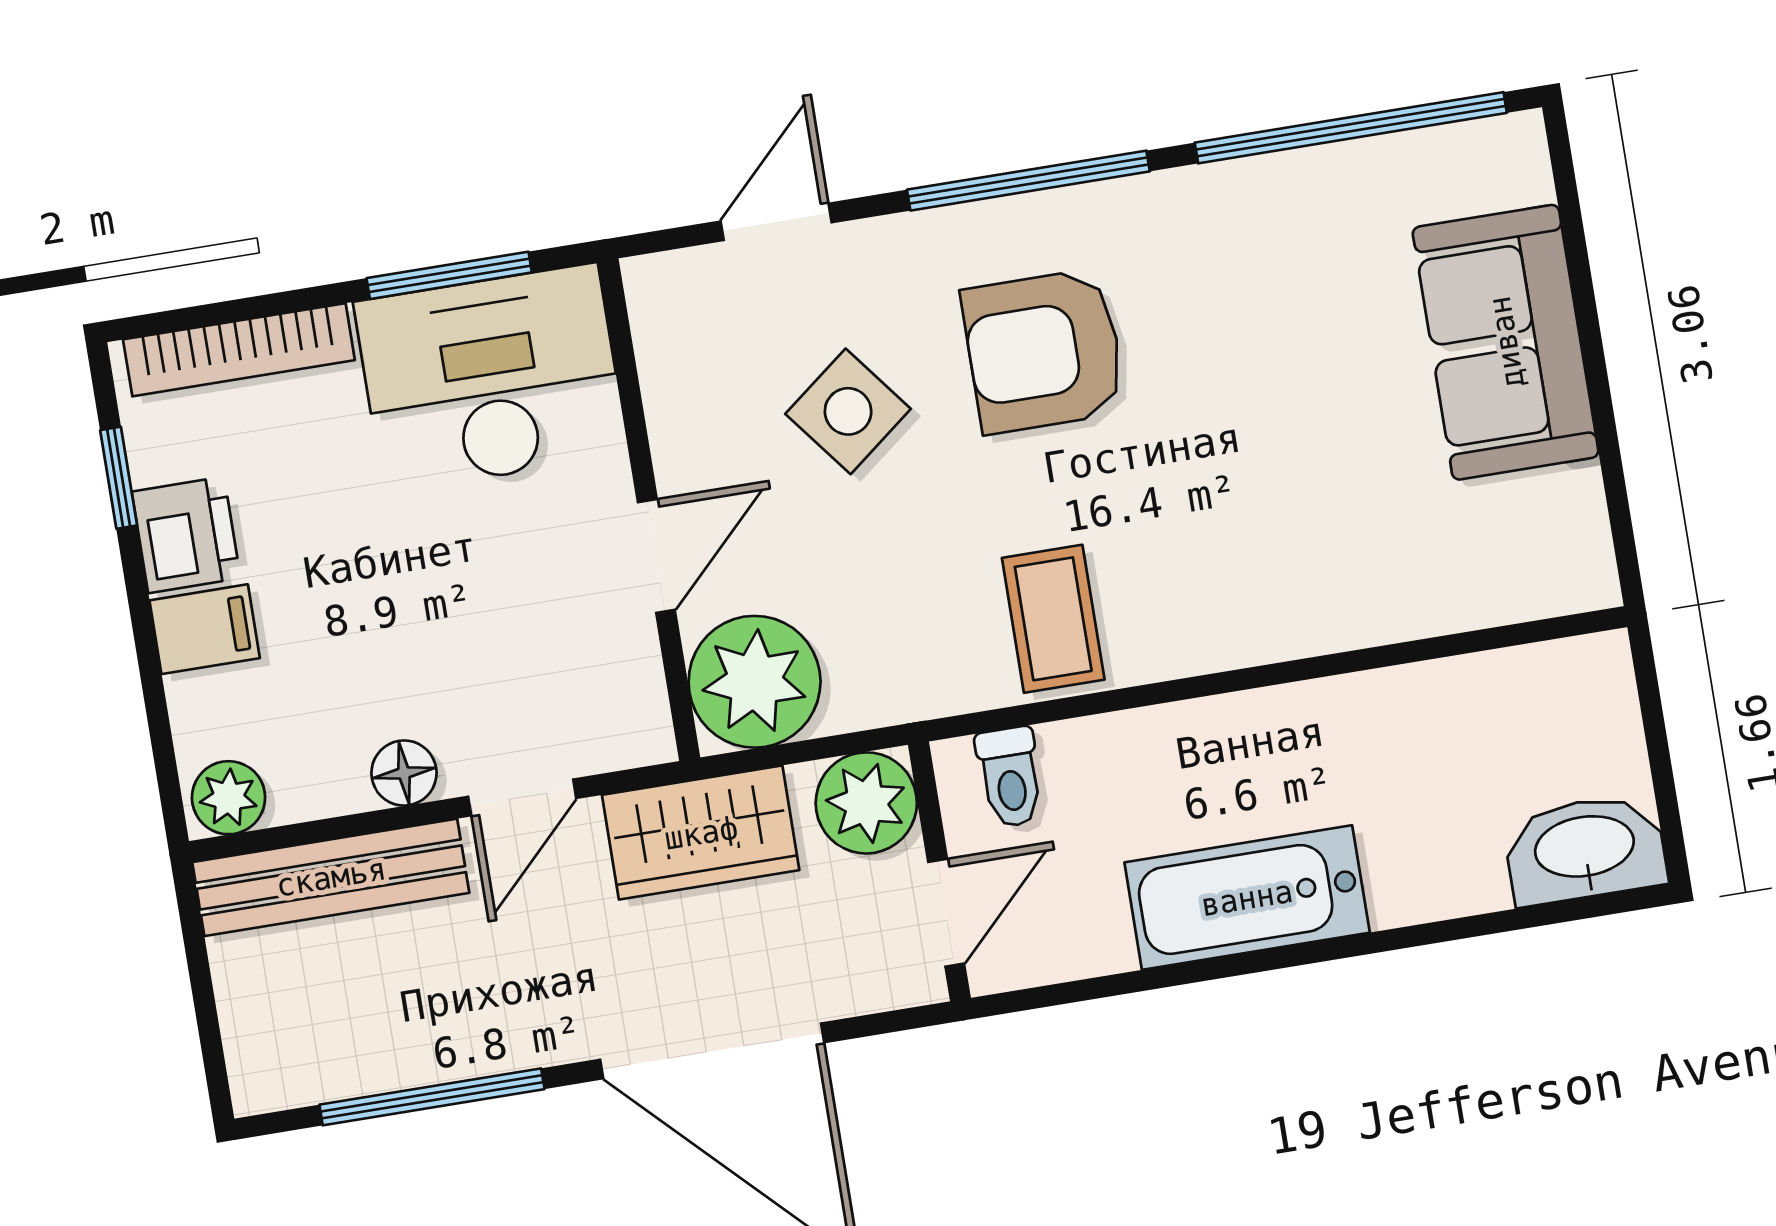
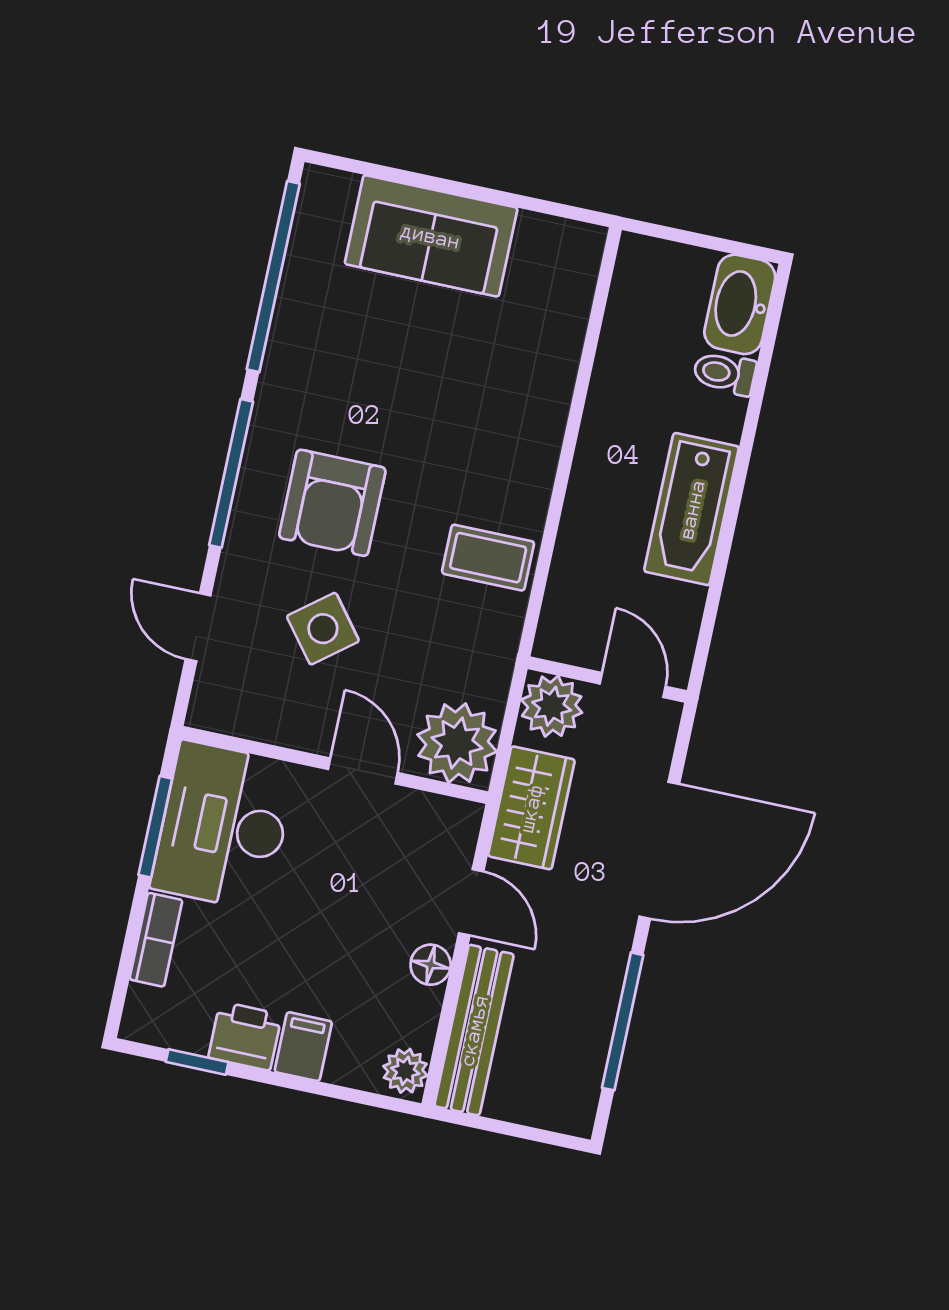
bookcase: (239, 350) -> (156, 940), width x0.64
toilet: (1010, 777) -> (724, 373), moved, turned 180

